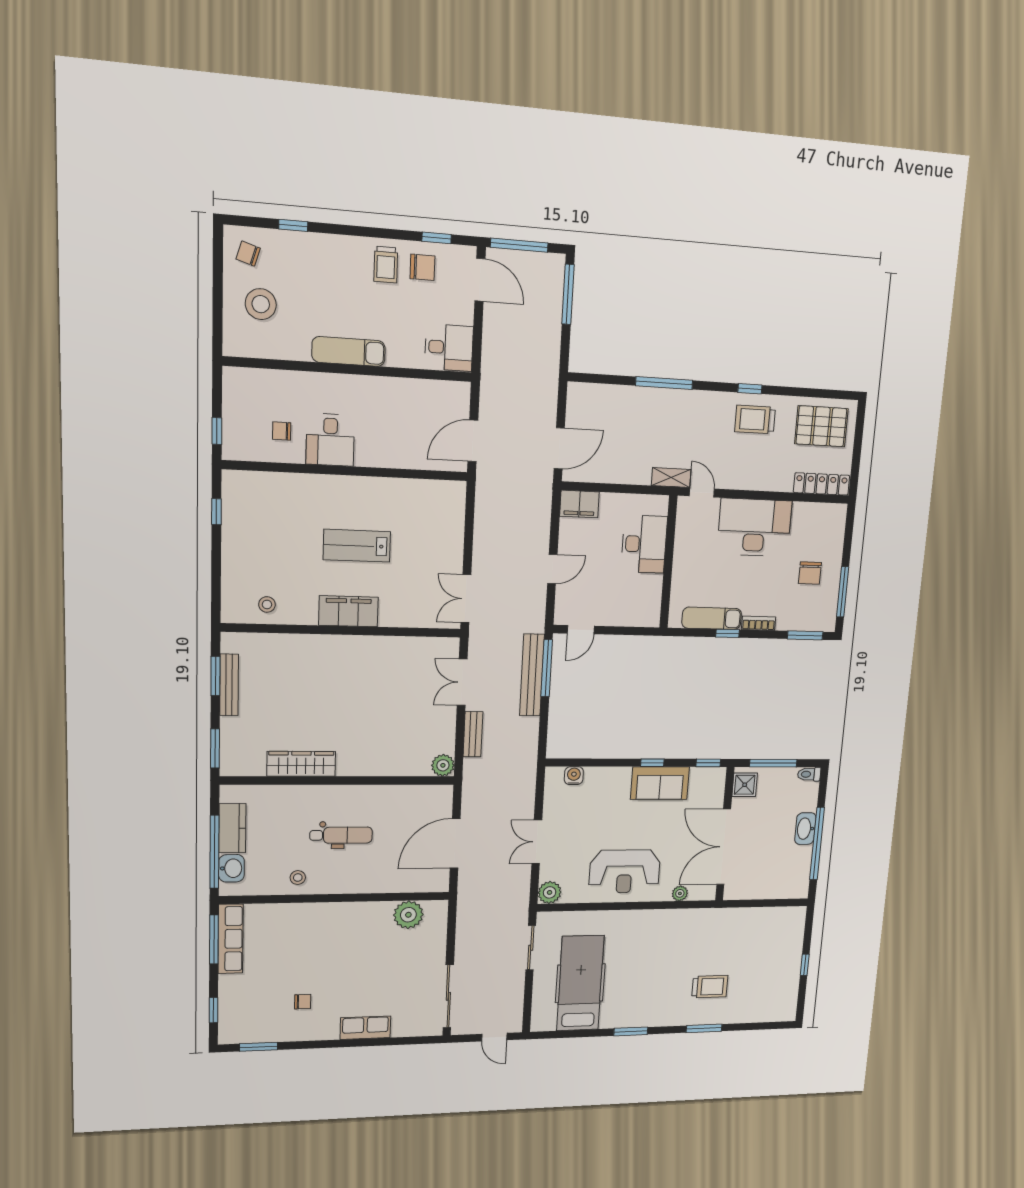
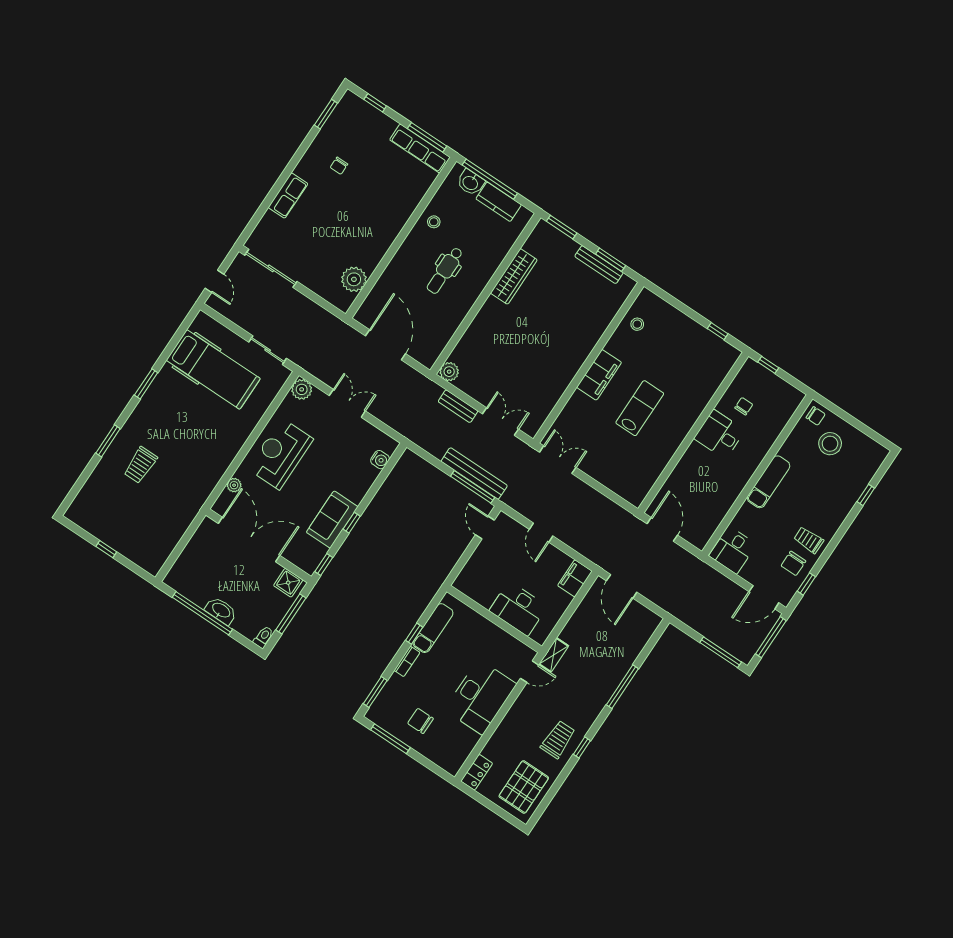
chair: (248, 254) -> (816, 416), moved, turned 73
locker: (822, 484) -> (477, 772), width x0.66
door: (494, 1037) -> (215, 281), swing flipped

